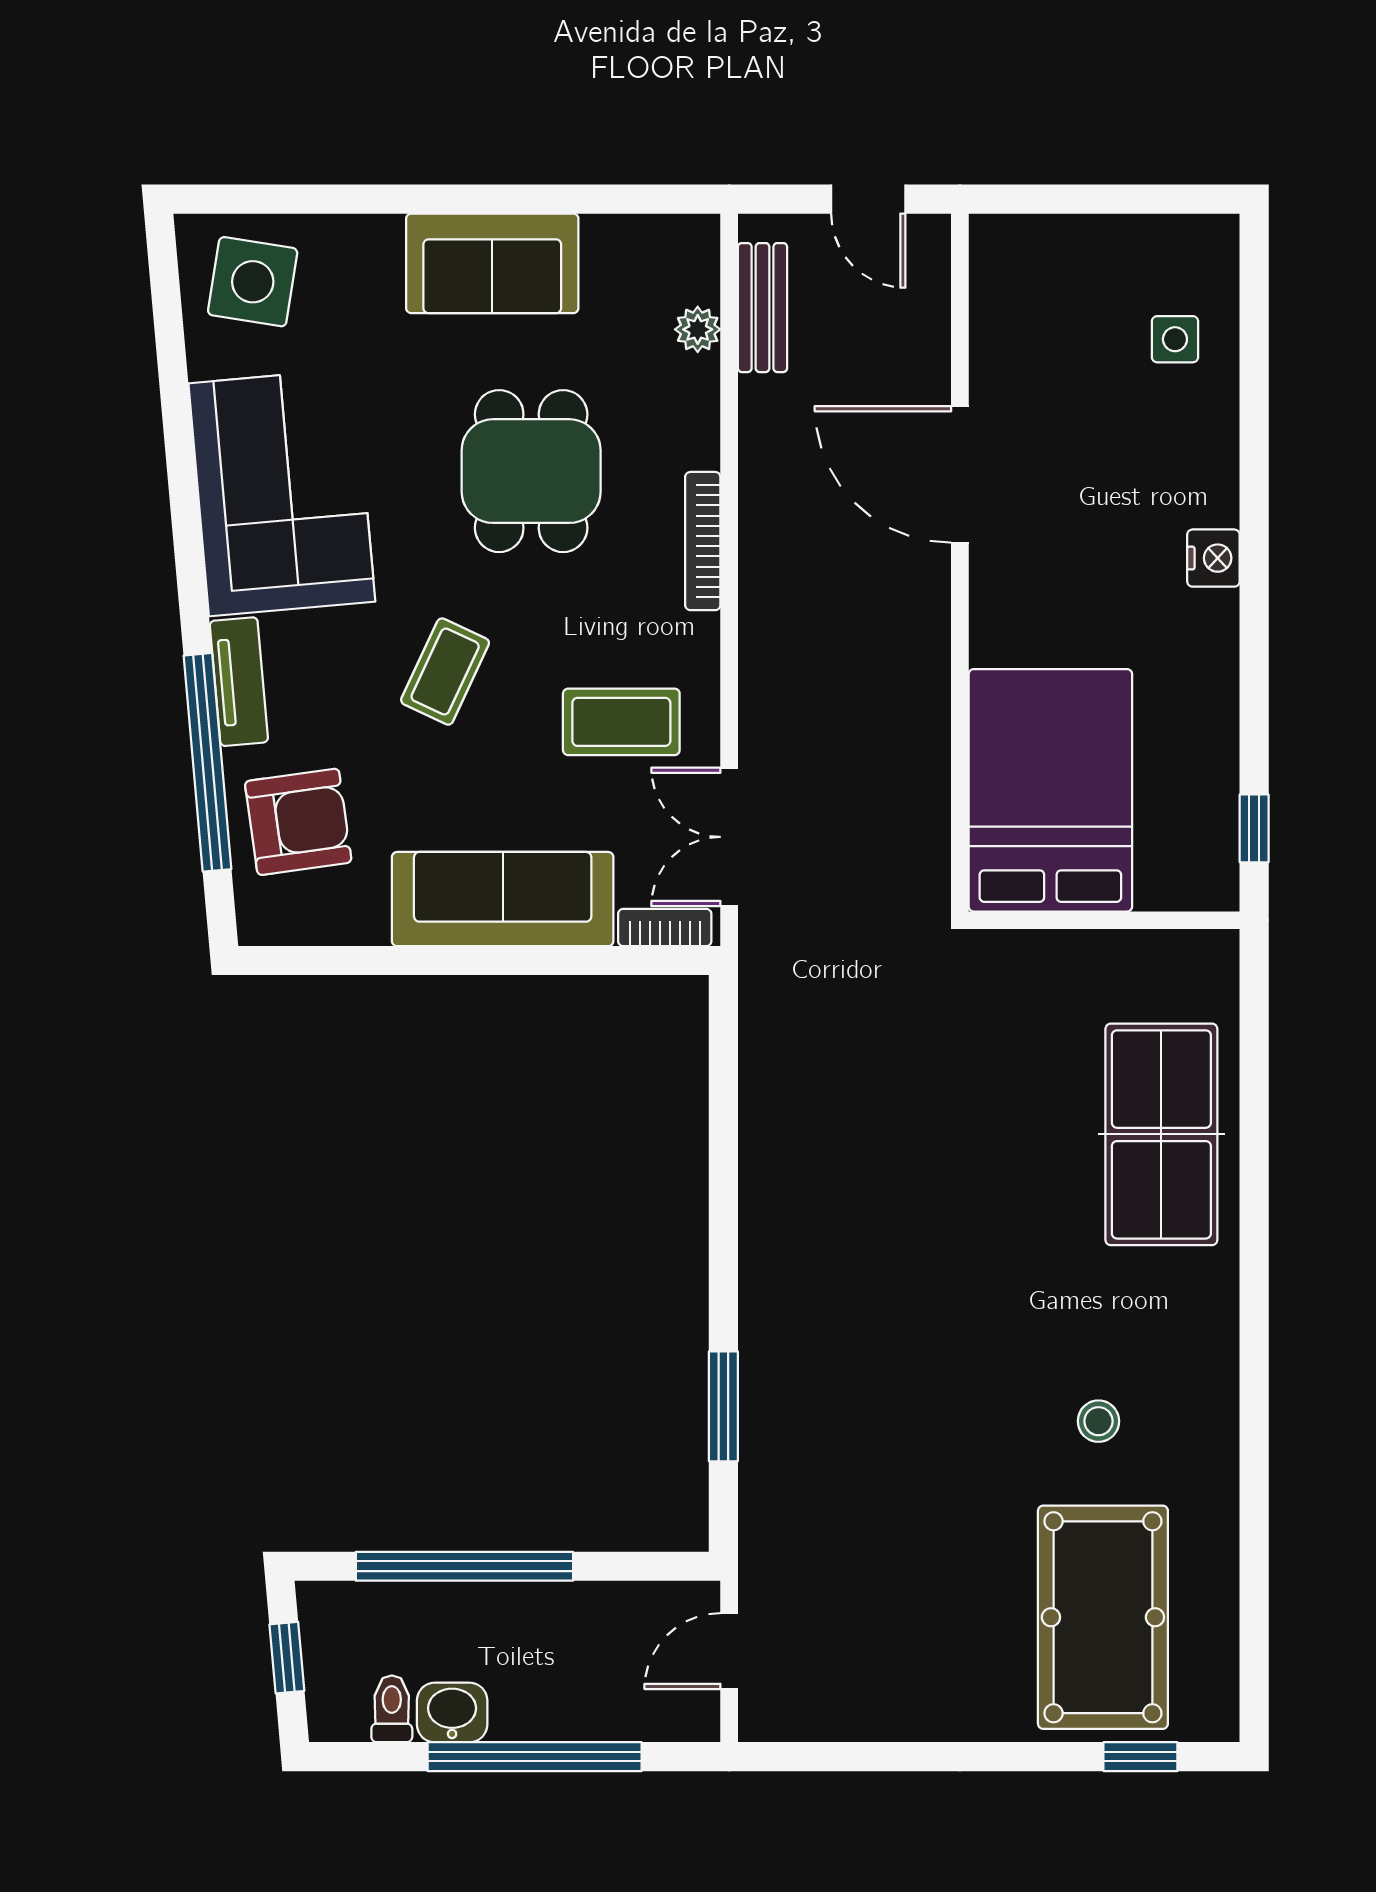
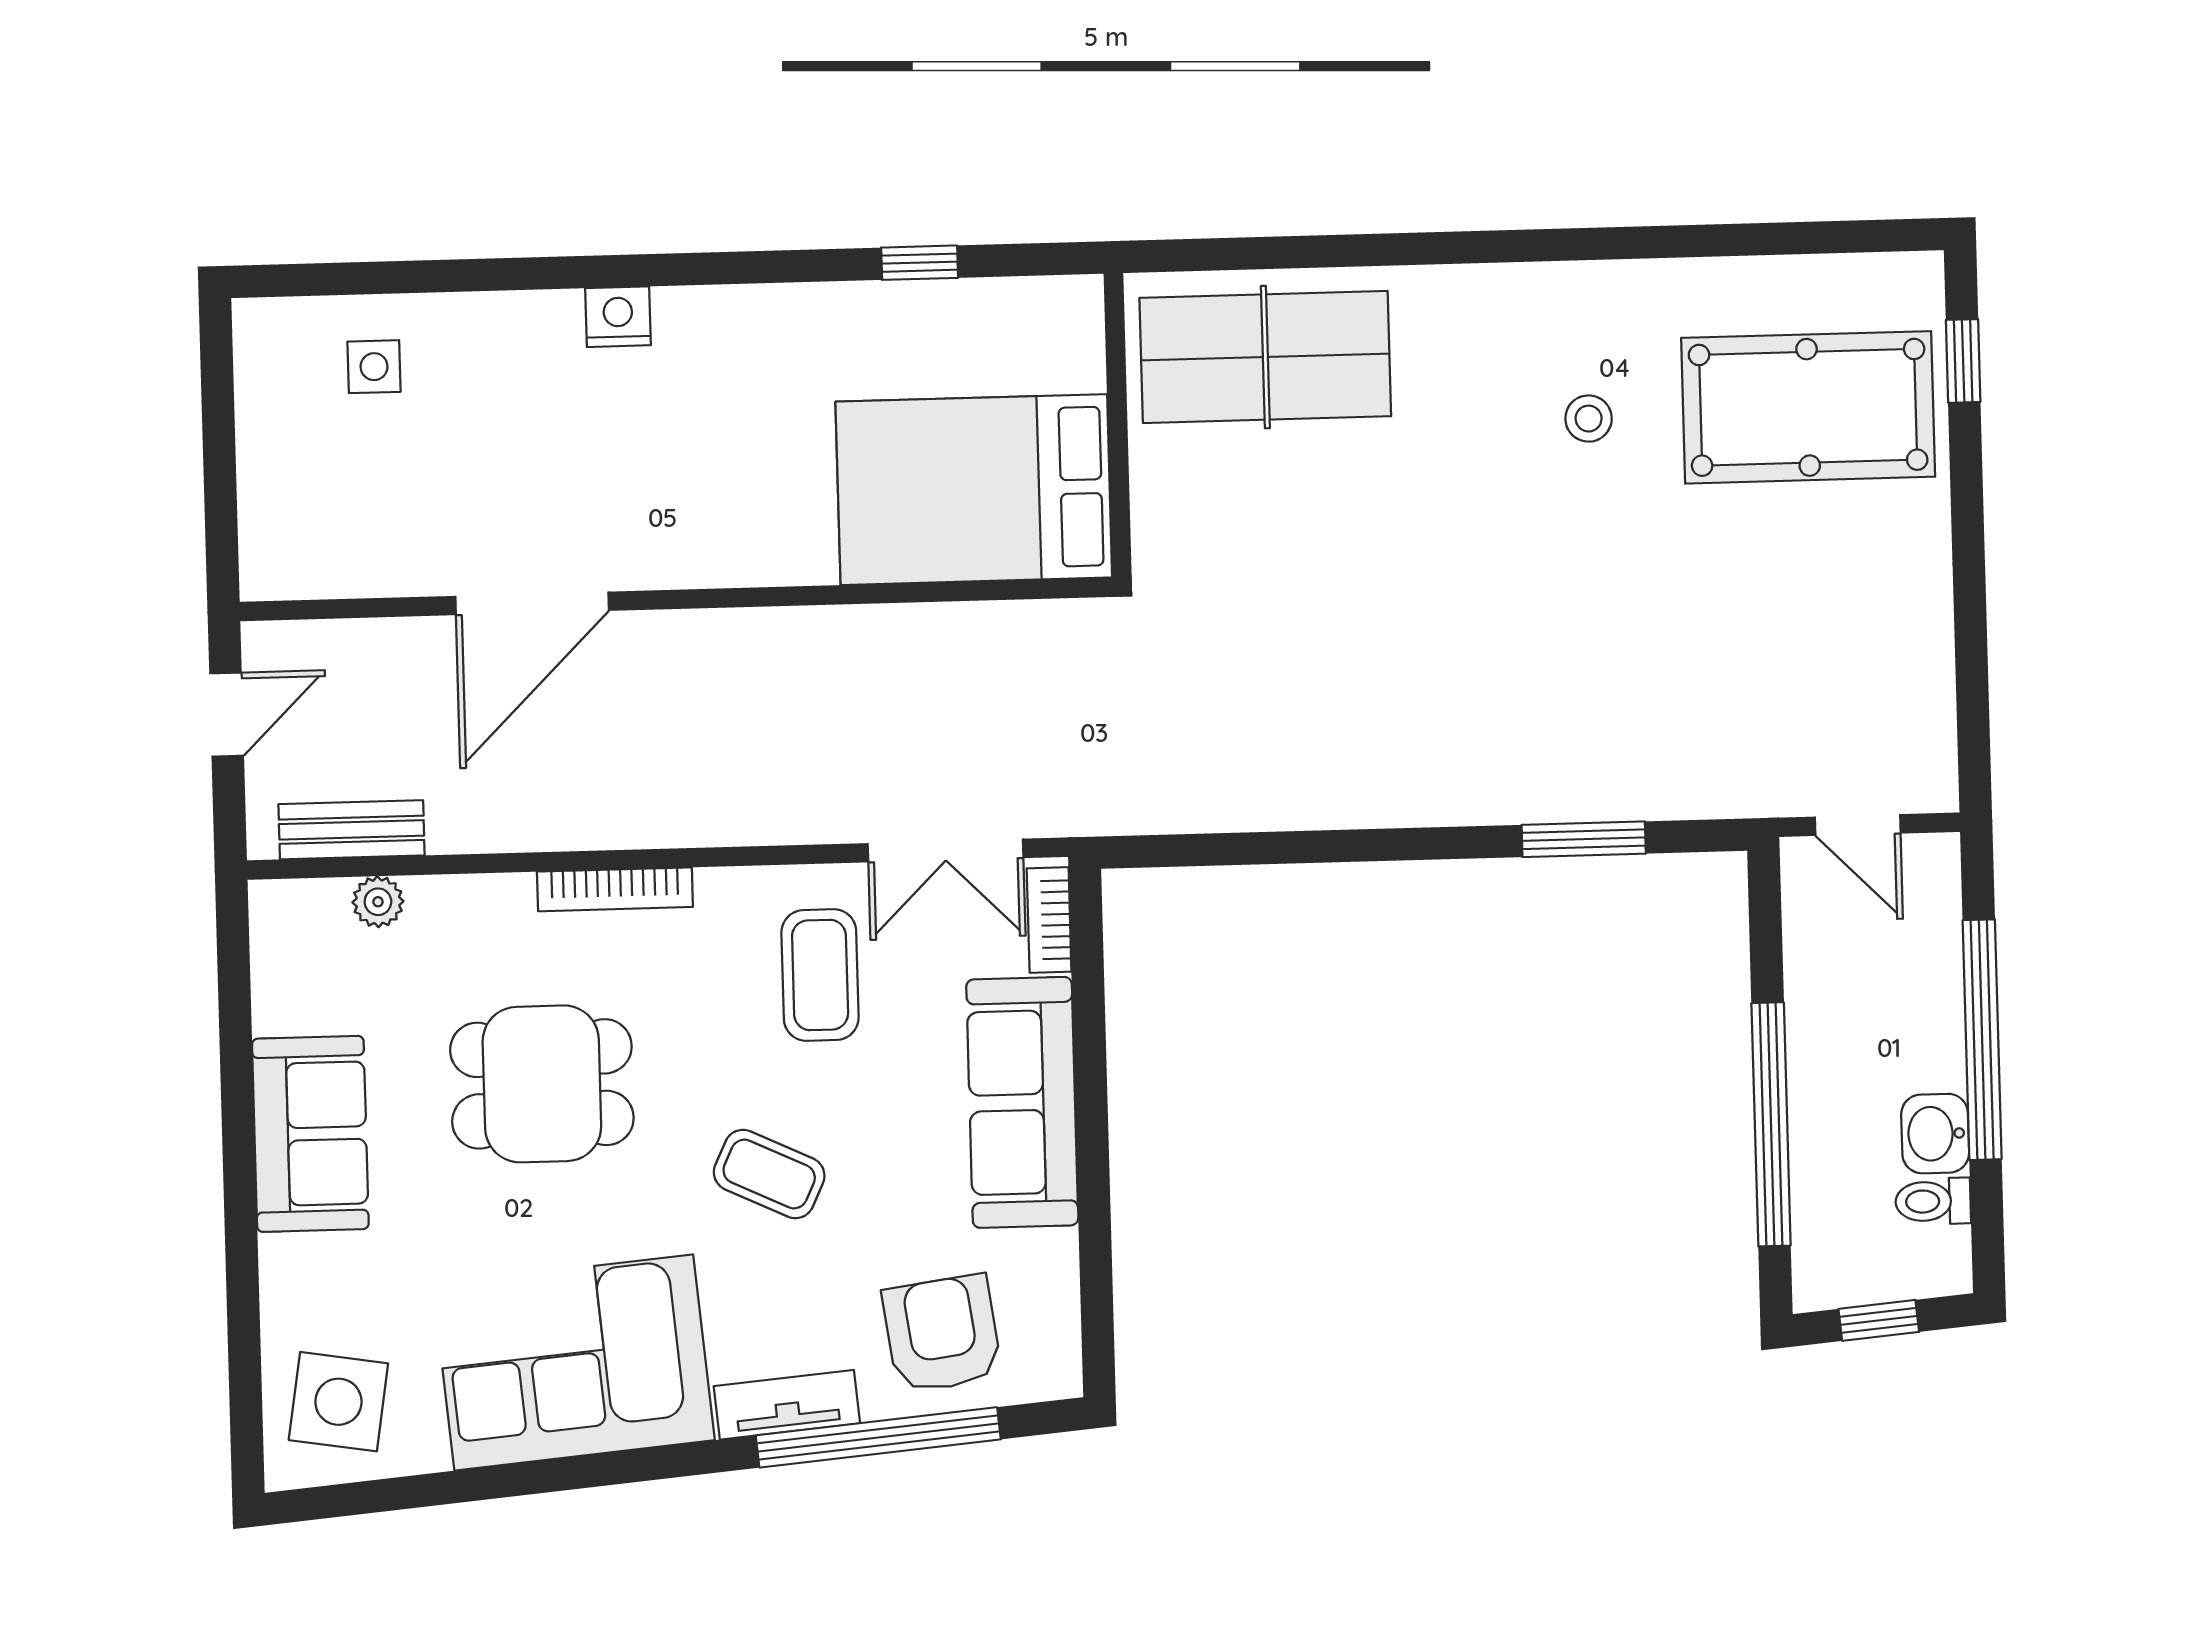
bed: (1050, 790) -> (974, 490), moved
wall: (1104, 920) -> (1118, 425), moved

